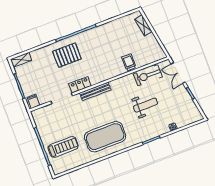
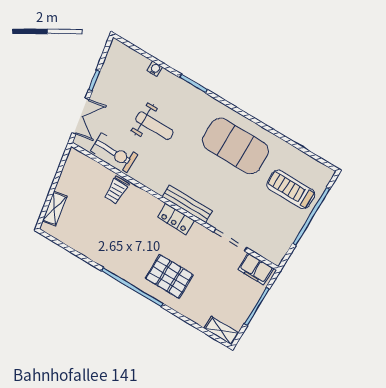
locker: (80, 85) -> (176, 219), moved
filing cabinet: (34, 101) -> (256, 269), width x2.00
weight bench: (146, 105) -> (154, 126), turned 180

